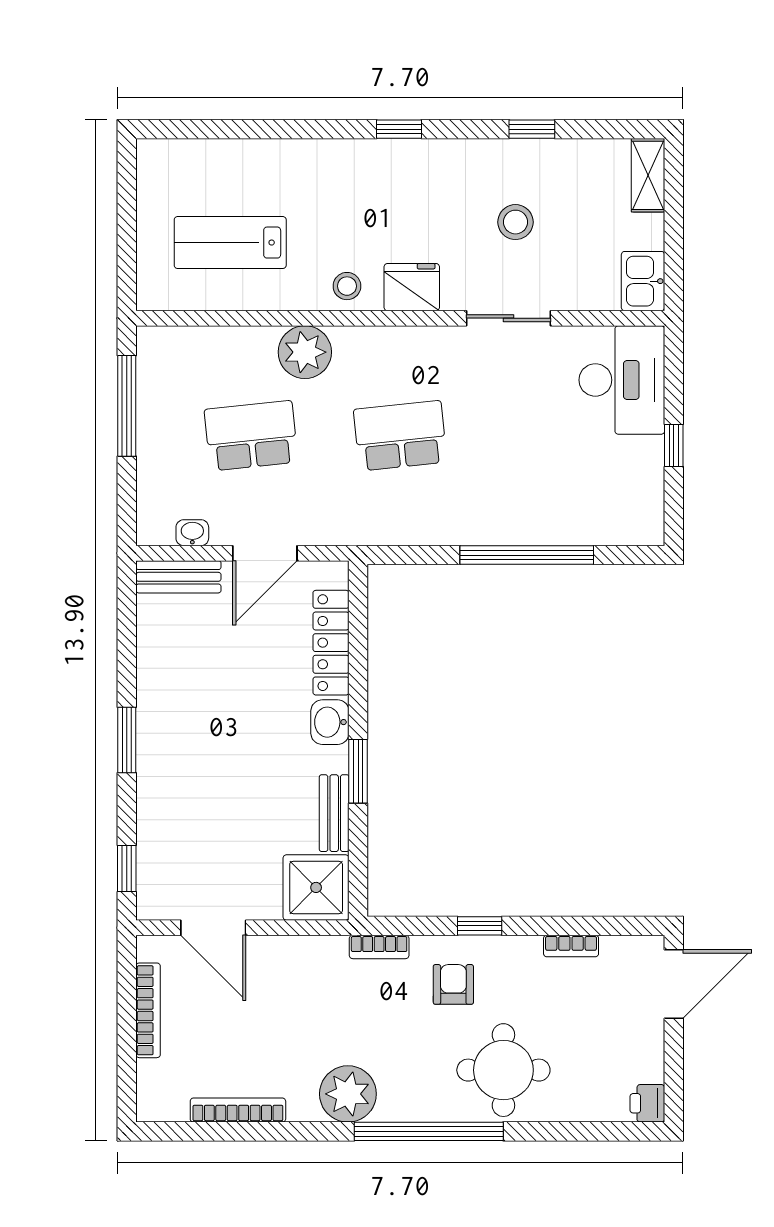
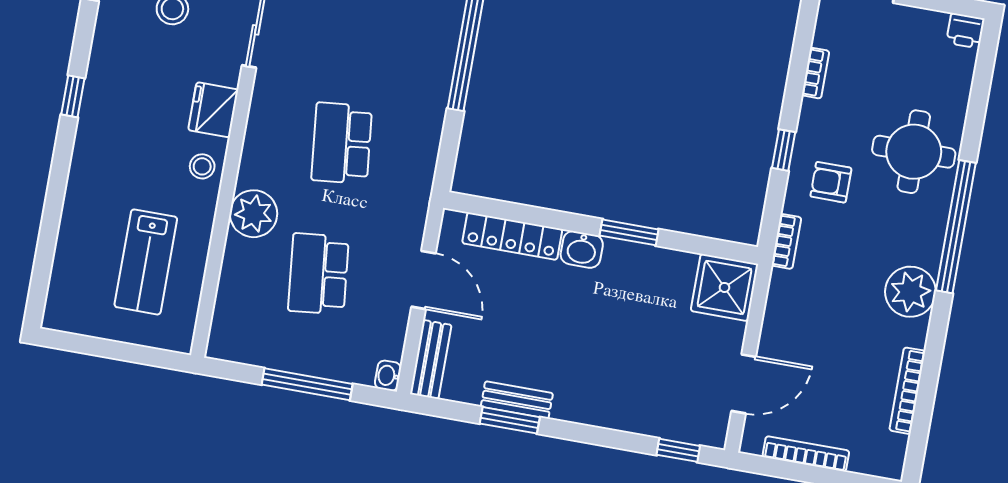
window: (127, 406) -> (307, 384), moved
washbasin: (192, 533) -> (388, 376), moved
window: (127, 740) -> (510, 420), moved
bench: (334, 813) -> (517, 400), moved

